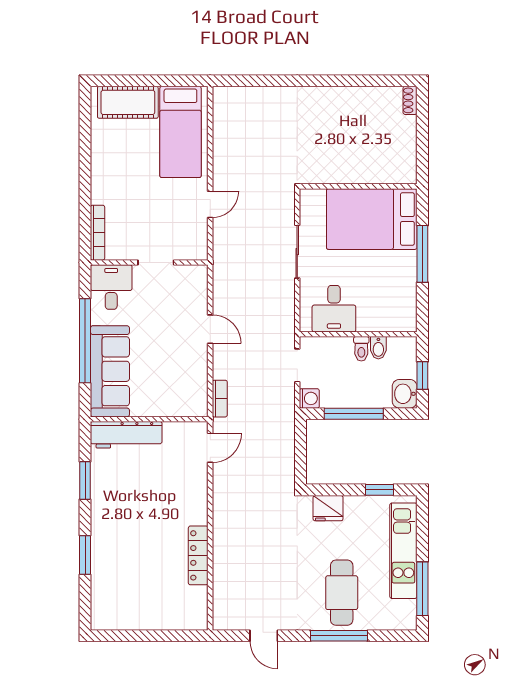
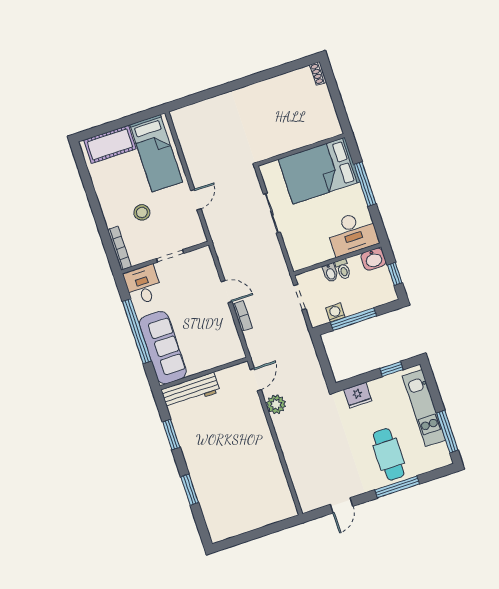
stool: (139, 198) -> (142, 212), added
desk: (334, 309) -> (352, 233), moved, width x1.37
bidet: (378, 348) -> (330, 273), moved
washbasin: (405, 394) -> (374, 259), moved, turned -90
washing machine: (309, 398) -> (335, 313), moved, turned -90
bookcase: (220, 399) -> (242, 316), moved
plant: (225, 486) -> (276, 404), added
locker: (198, 555) -> (273, 462), removed
door: (264, 636) -> (342, 505), hinge flipped

